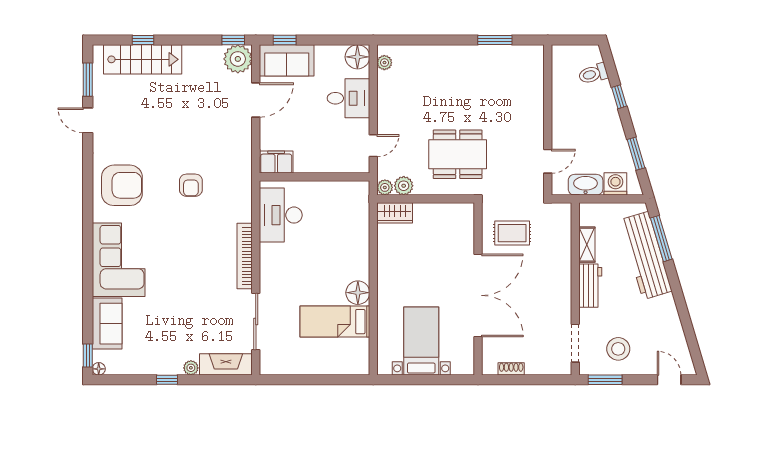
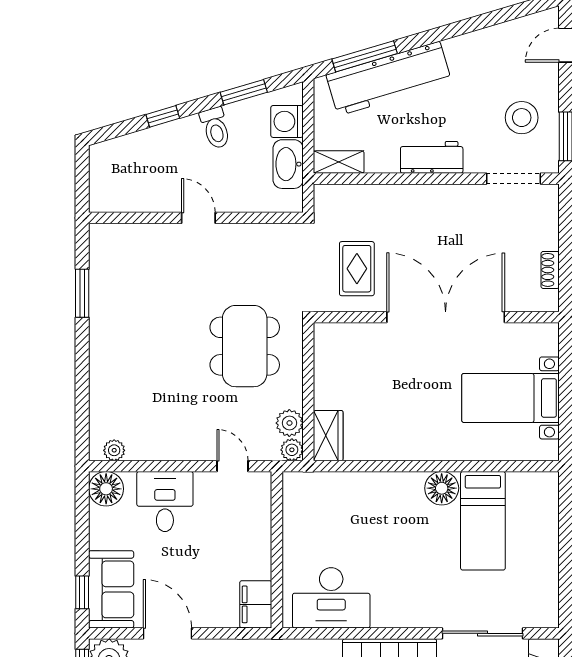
toilet: (593, 74) -> (215, 128), moved
door: (548, 161) -> (198, 218), moved
shelving: (587, 245) -> (339, 162), moved

